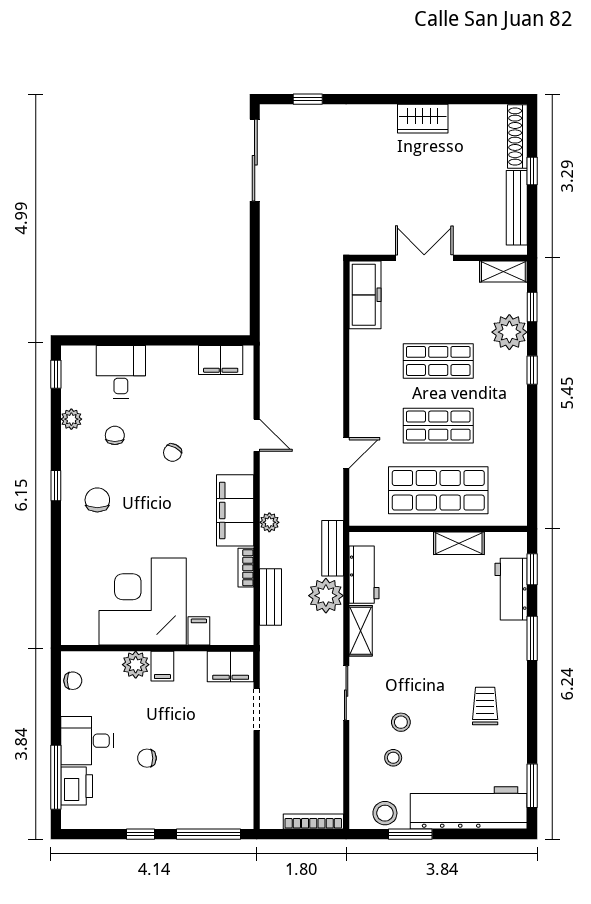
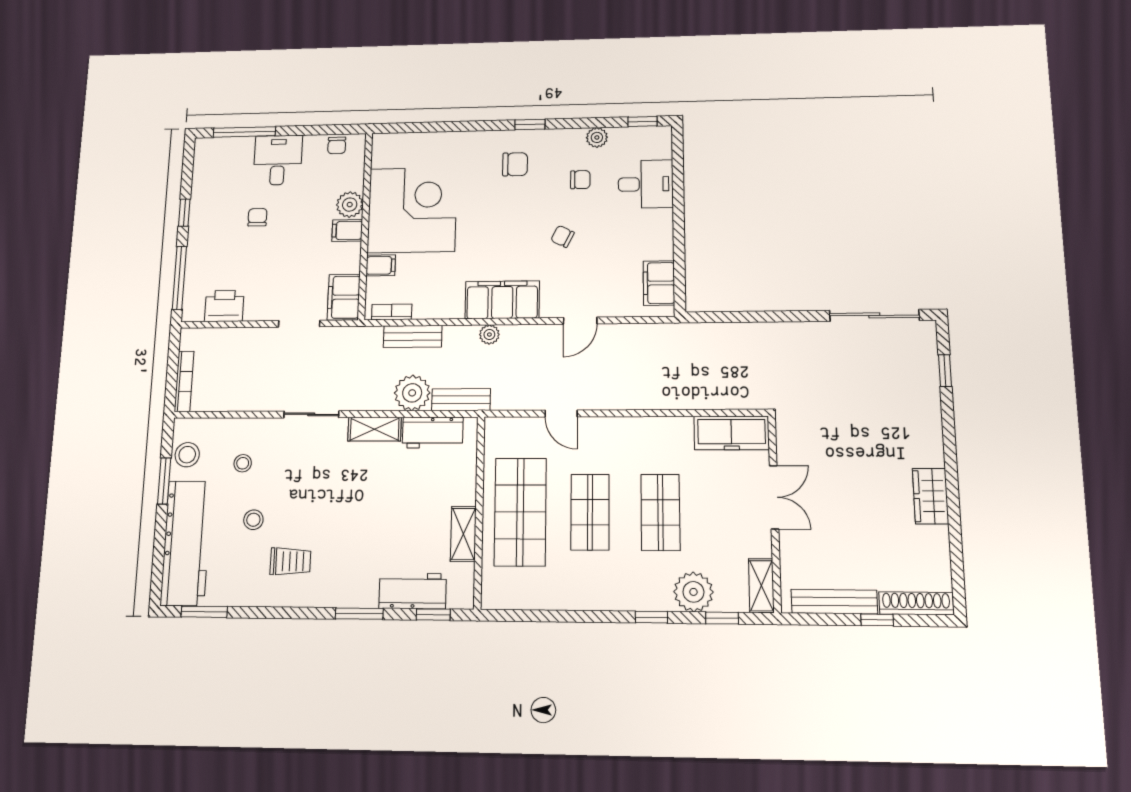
bookcase: (246, 568) -> (392, 312), moved
stool: (401, 722) -> (253, 520), moved
printer: (77, 786) -> (224, 306), moved, turned 180

